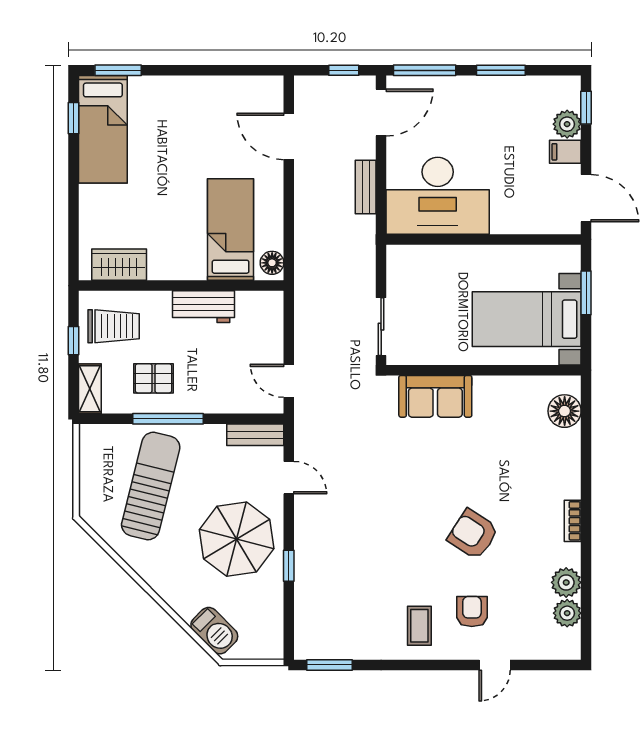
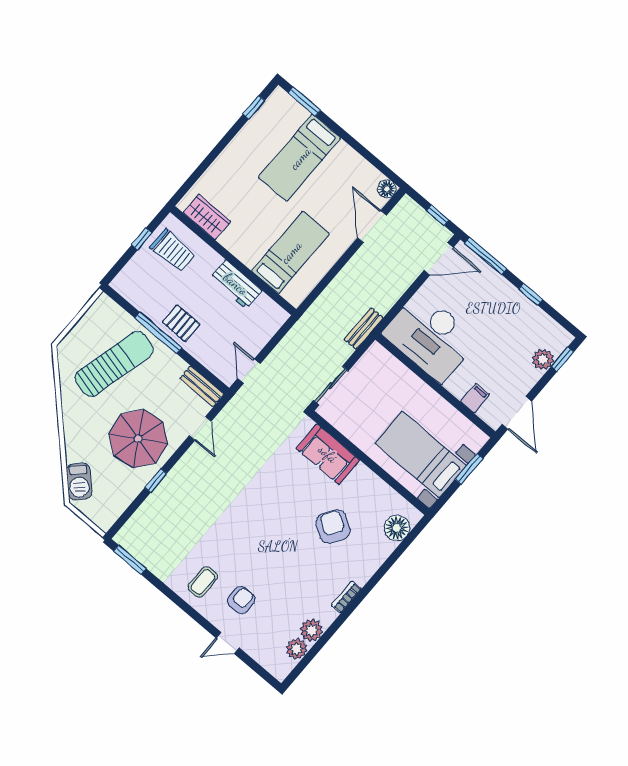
window: (501, 70) -> (531, 294), width x0.67
bed: (103, 129) -> (300, 158), moved
filing cabinet: (565, 152) -> (475, 398), moved, turned 90
bench: (366, 187) -> (364, 329), moved
floor lamp: (272, 263) -> (387, 189), moved
pallet: (154, 378) -> (181, 323), moved
shelving: (90, 389) -> (127, 276), removed
armchair: (473, 534) -> (333, 527), moved

